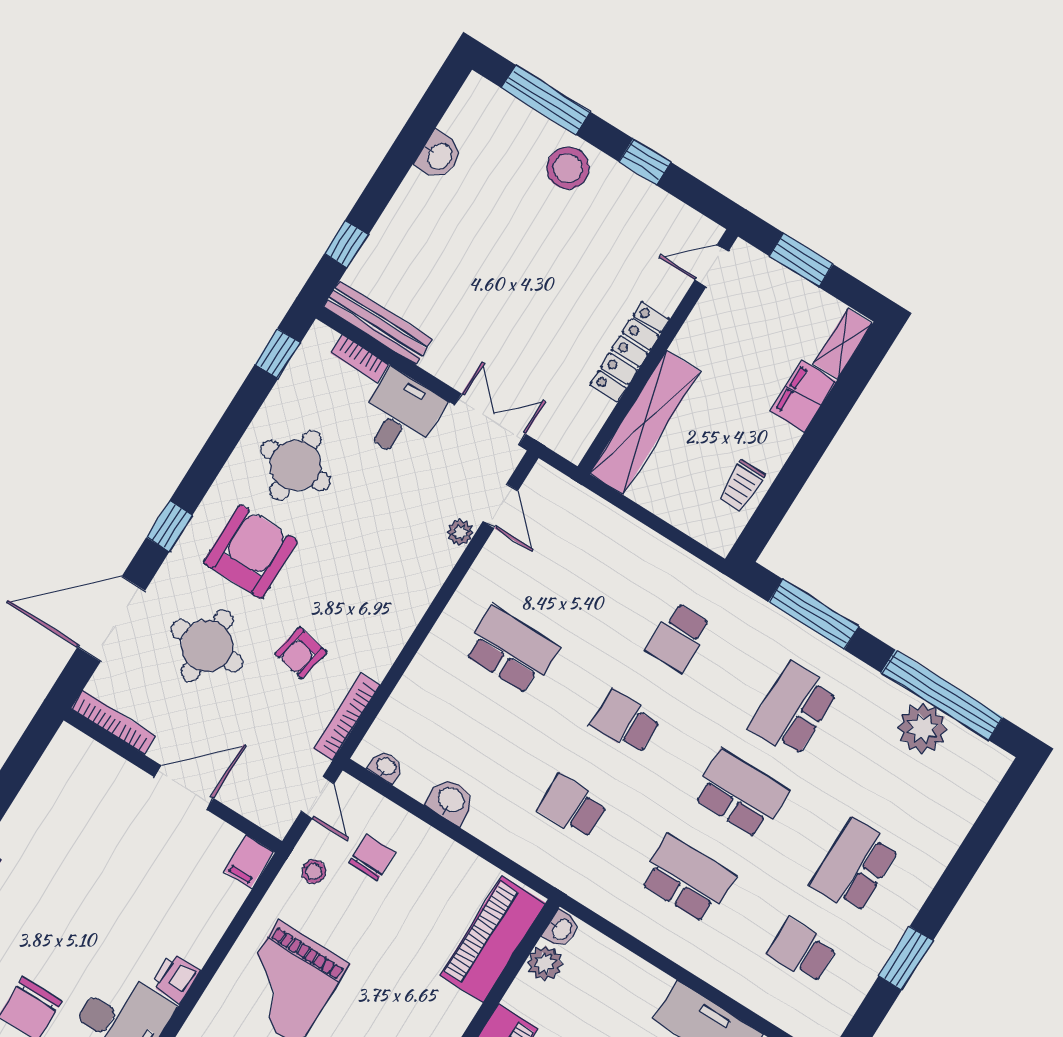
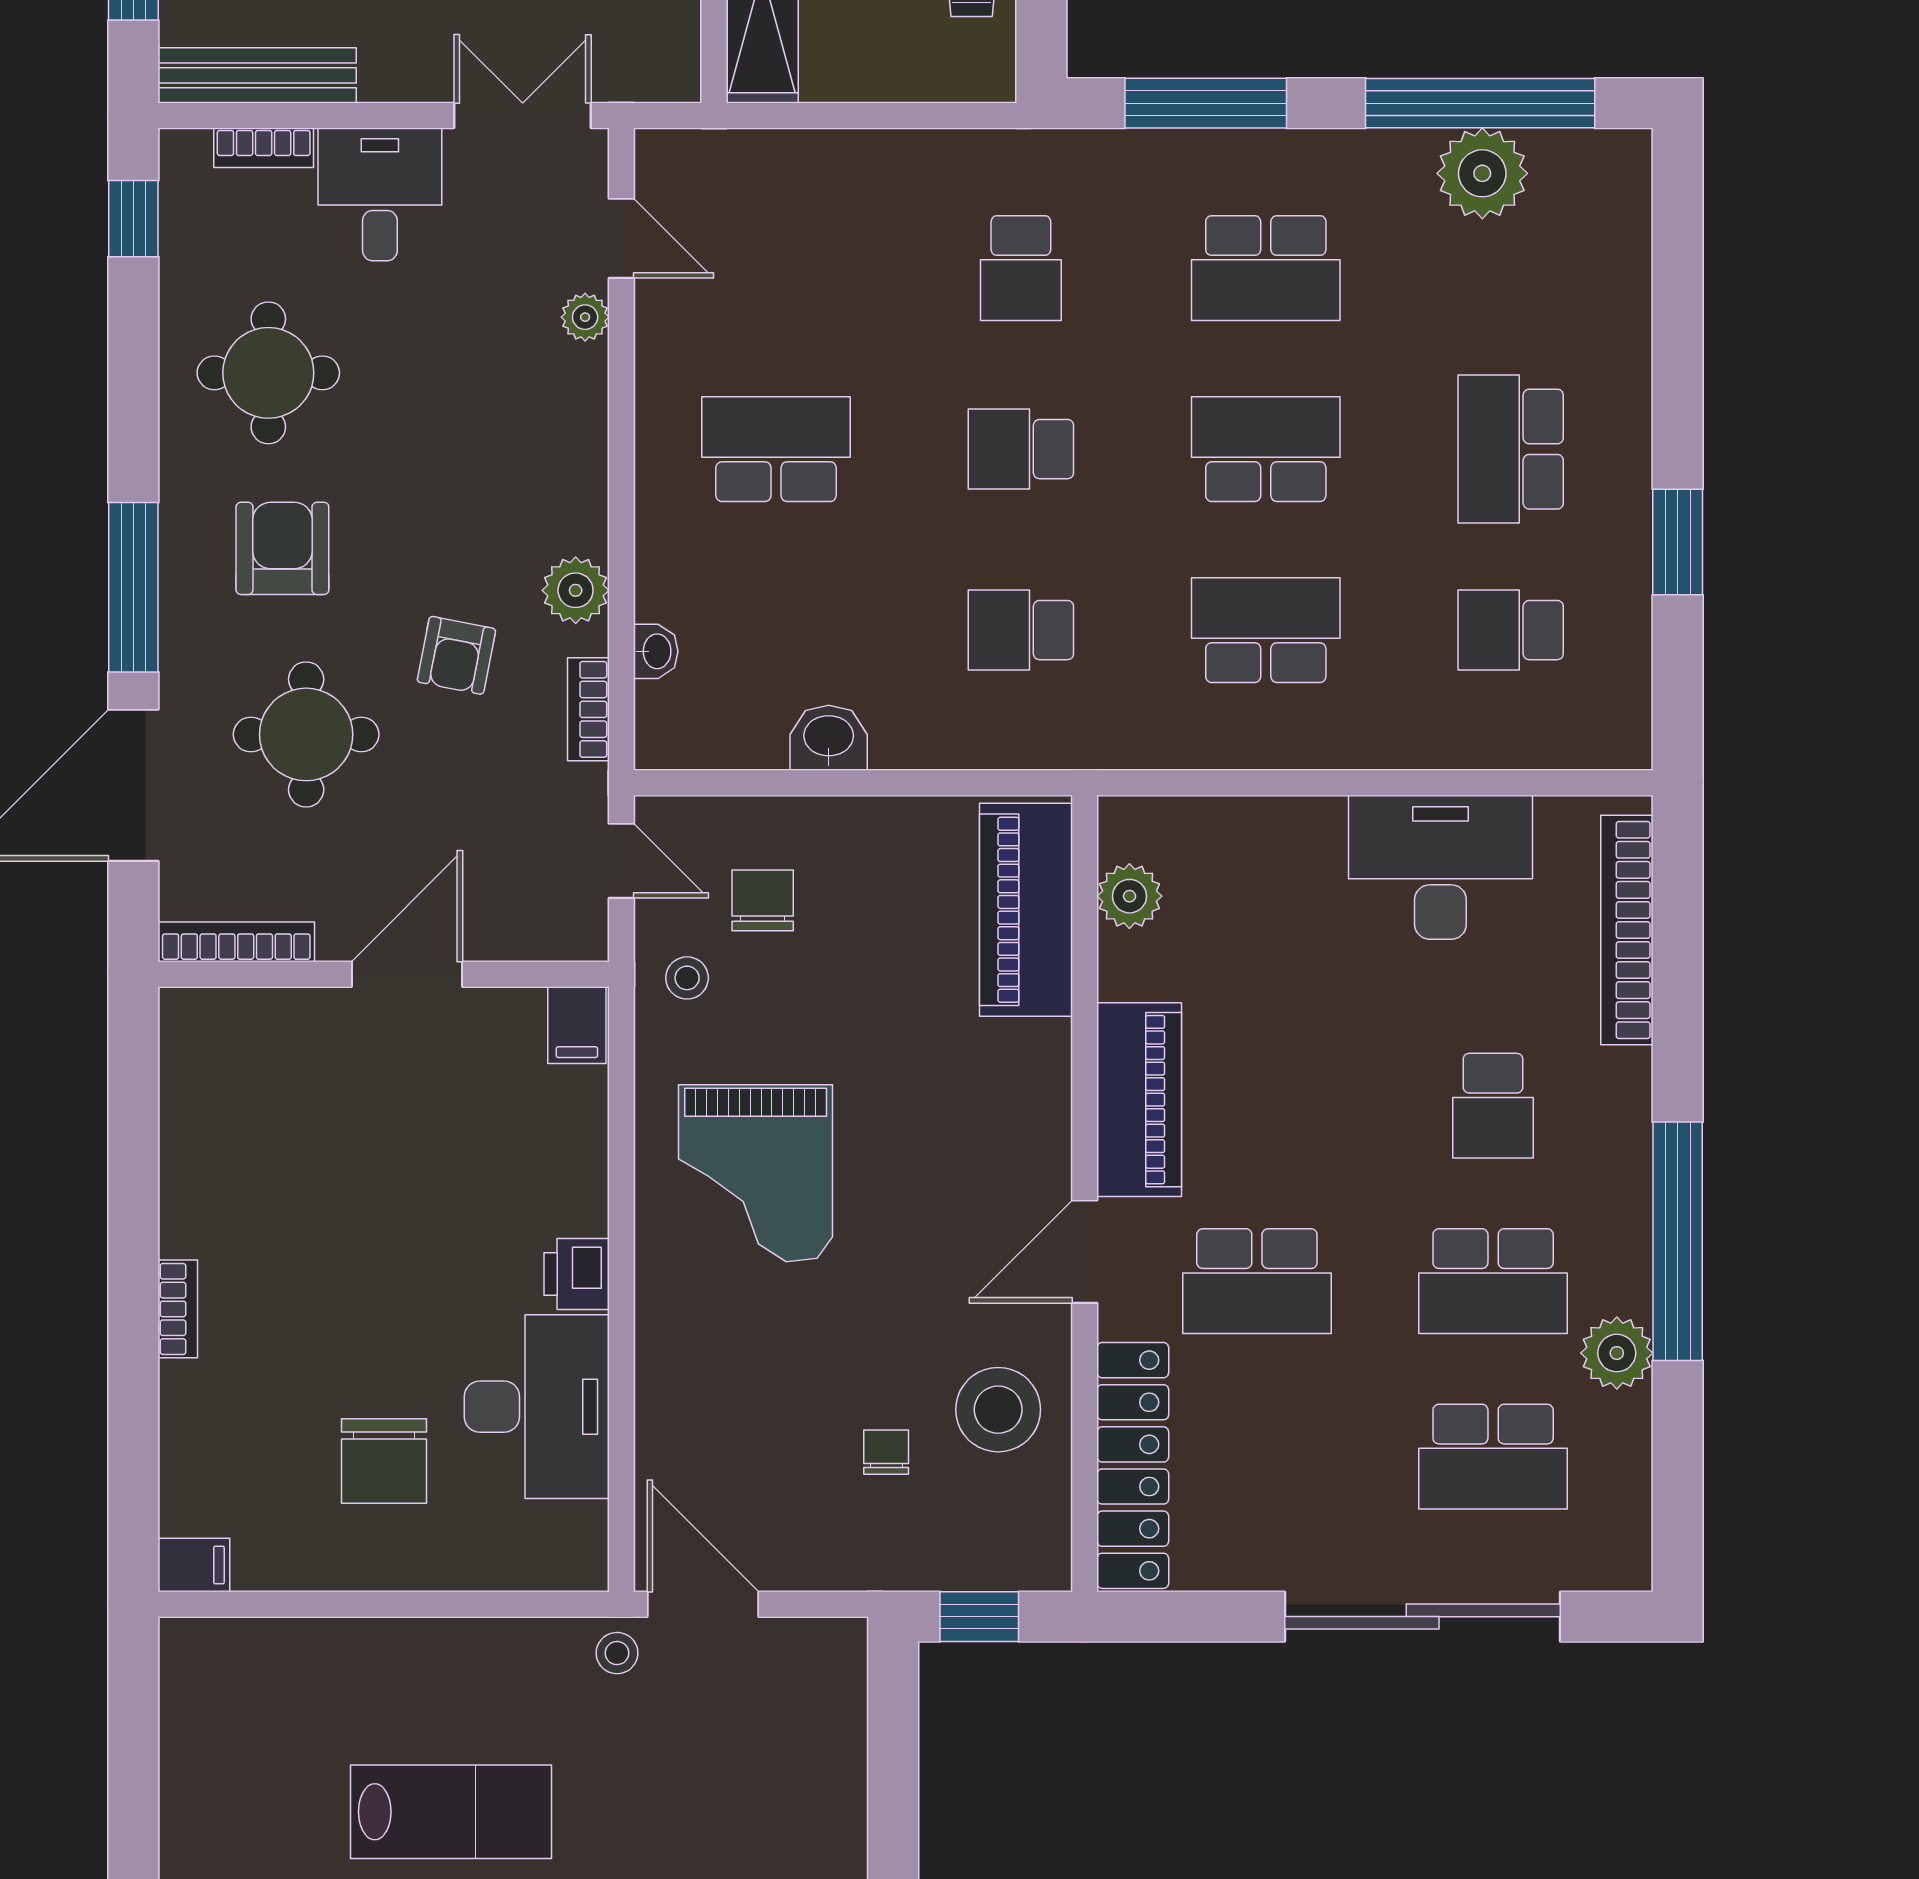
window: (169, 526) -> (133, 587), width x2.17
armchair: (251, 552) -> (282, 548), width x0.73, depth x0.73
plant: (376, 657) -> (576, 590), added
school desk: (793, 709) -> (1266, 268), turned -90
bookcase: (347, 717) -> (588, 709), width x0.64
washbasin: (386, 767) -> (656, 651), moved, turned 90
washbasin: (561, 929) -> (1122, 828), removed

